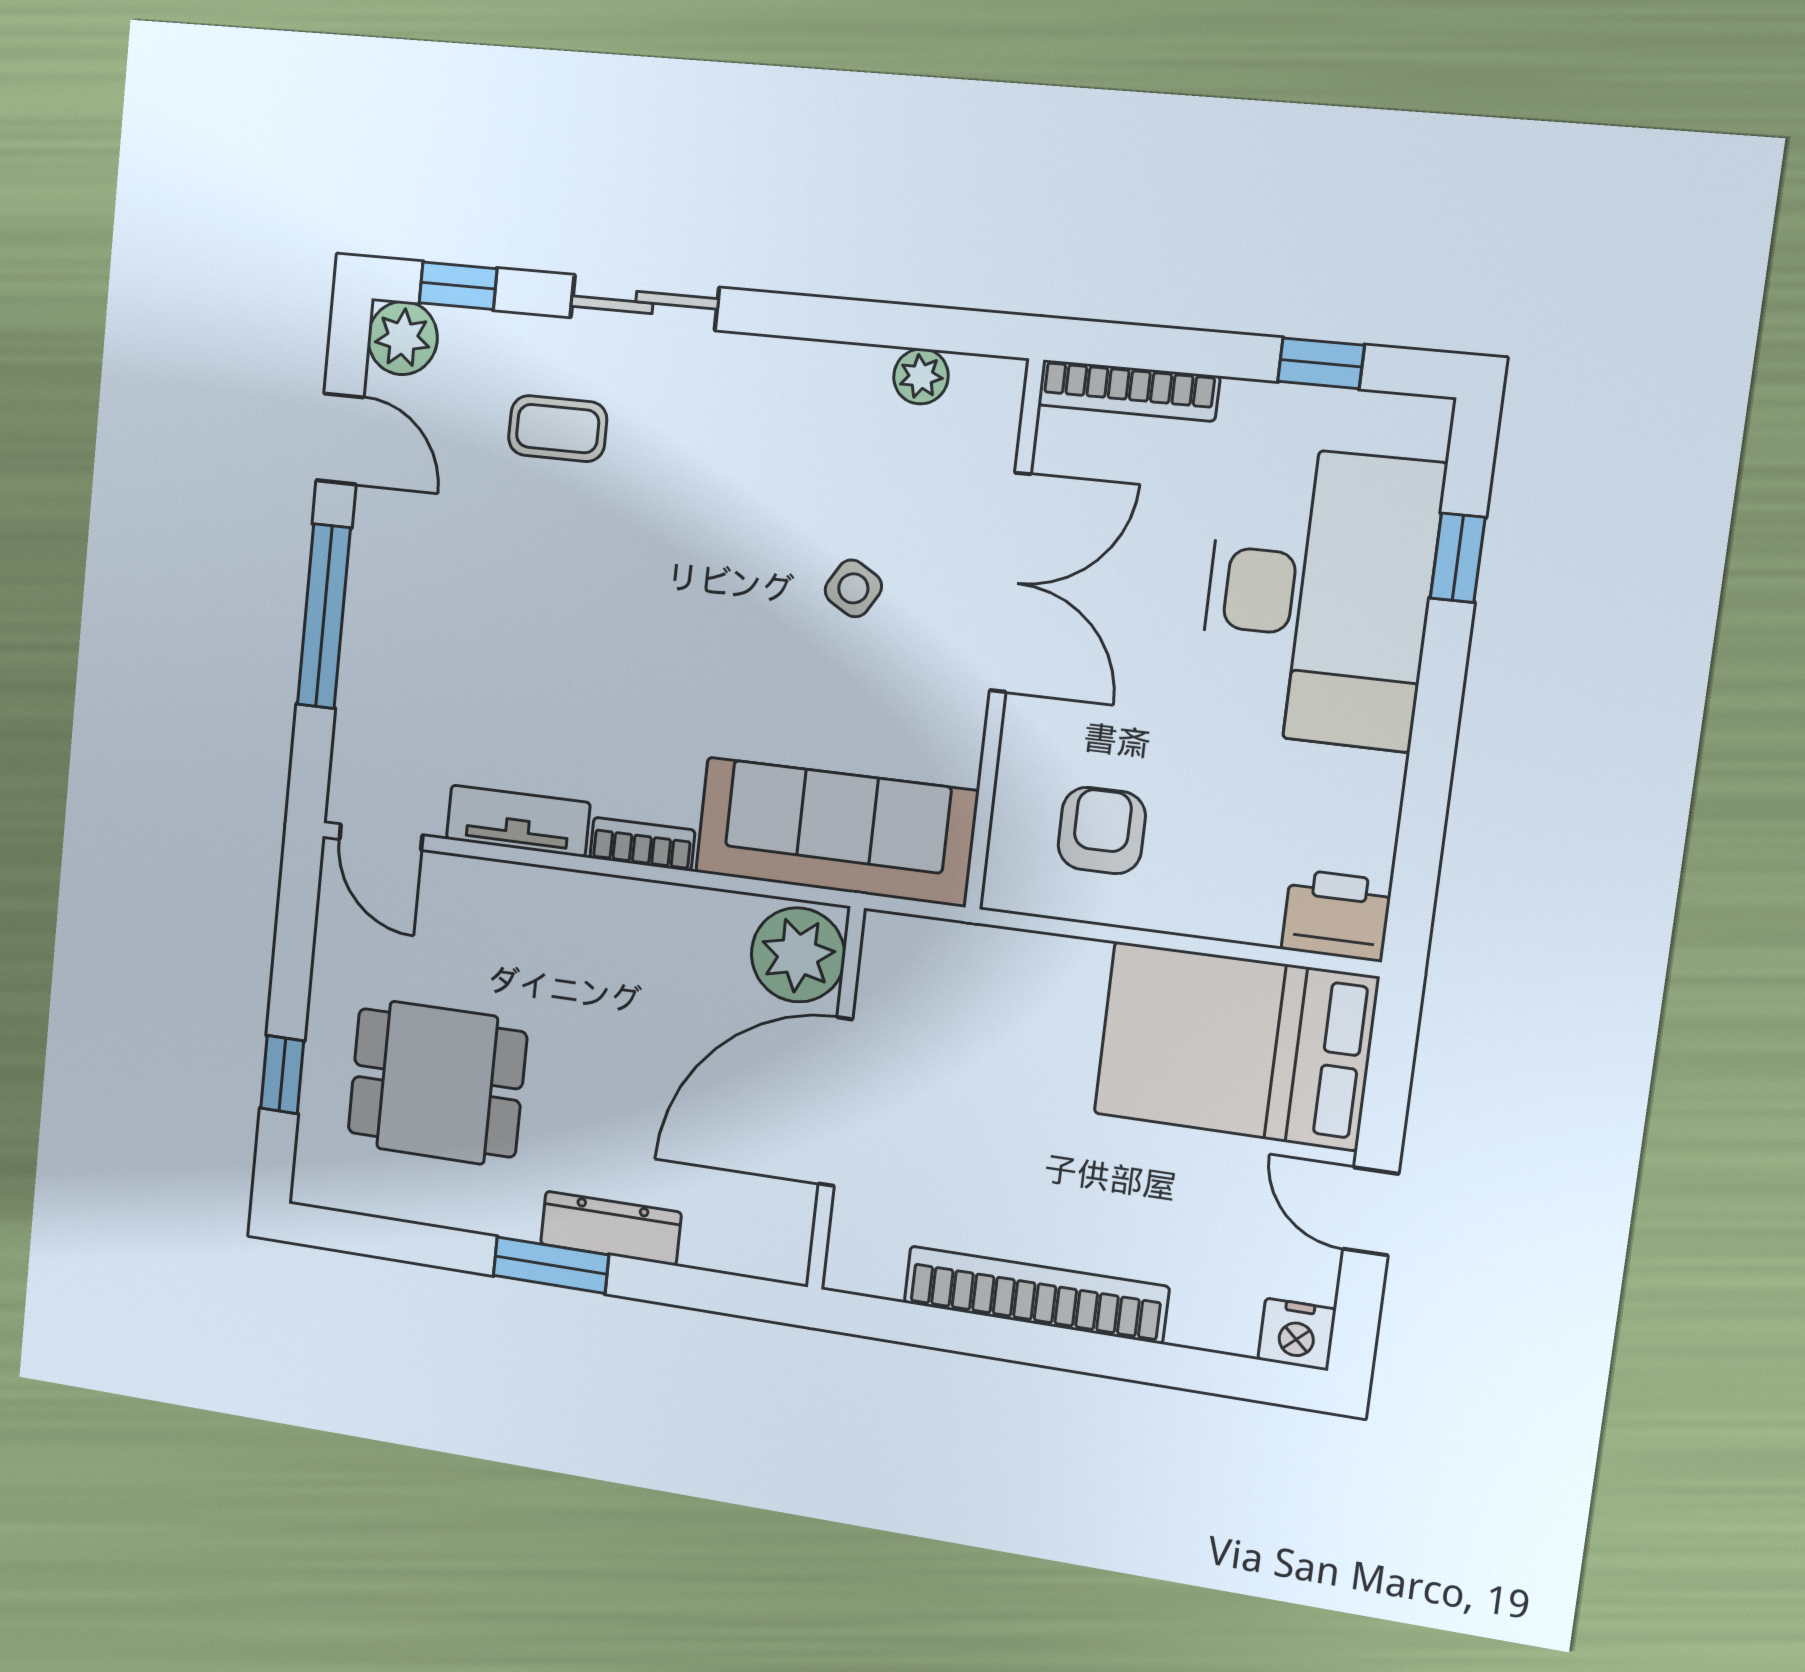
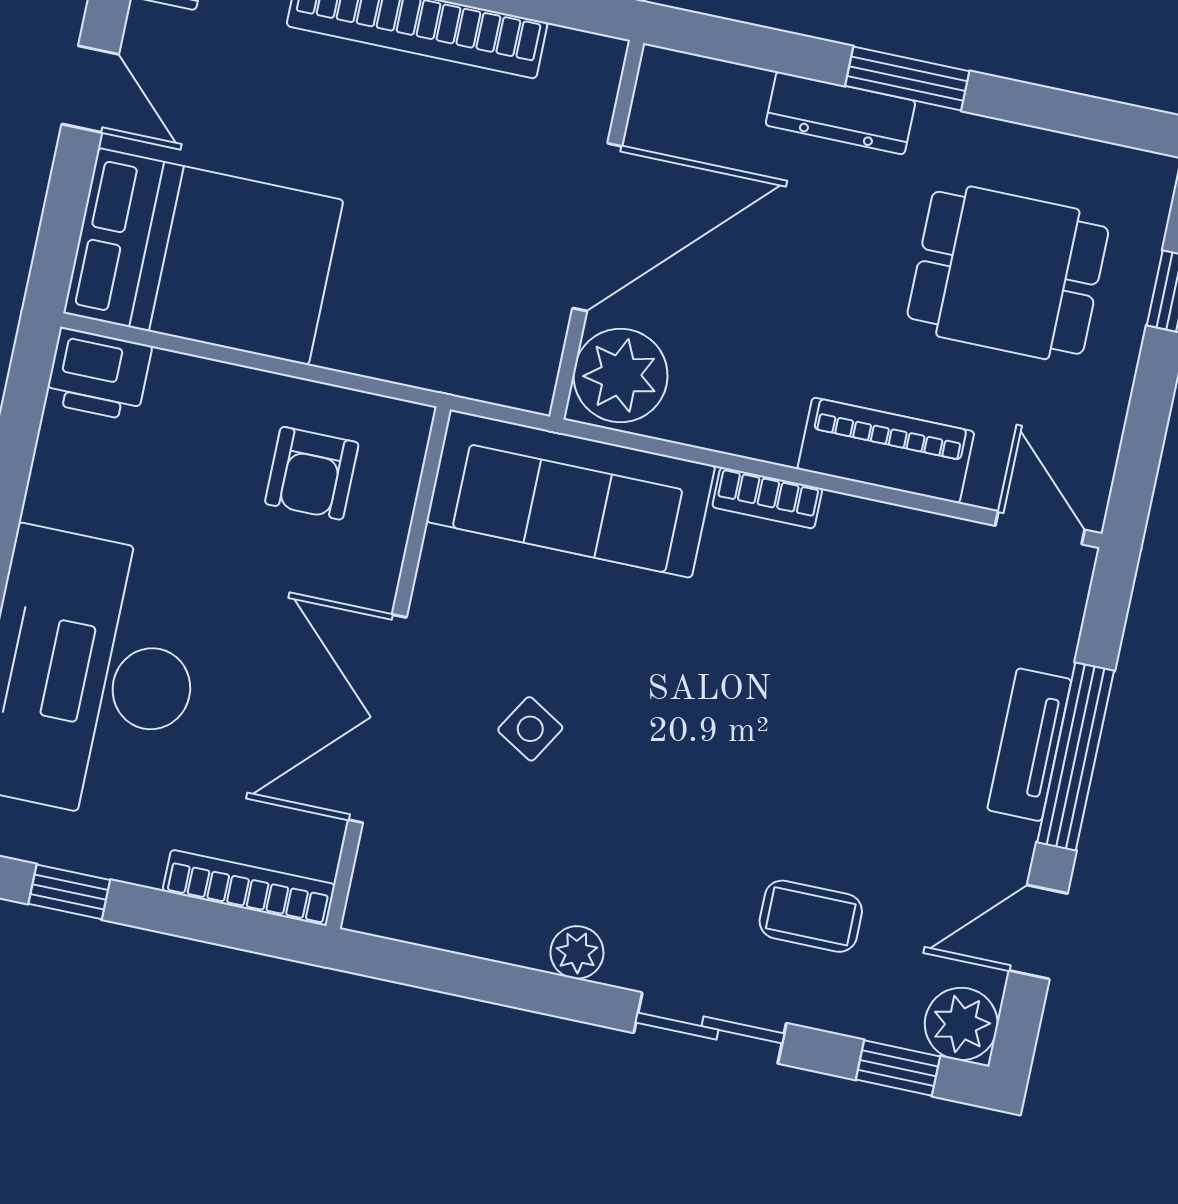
plant: (921, 376) -> (577, 952), moved
door: (340, 439) -> (1038, 932), hinge flipped
tv unit: (518, 821) -> (1029, 745), moved, turned 90
piano: (533, 901) -> (886, 450), added

